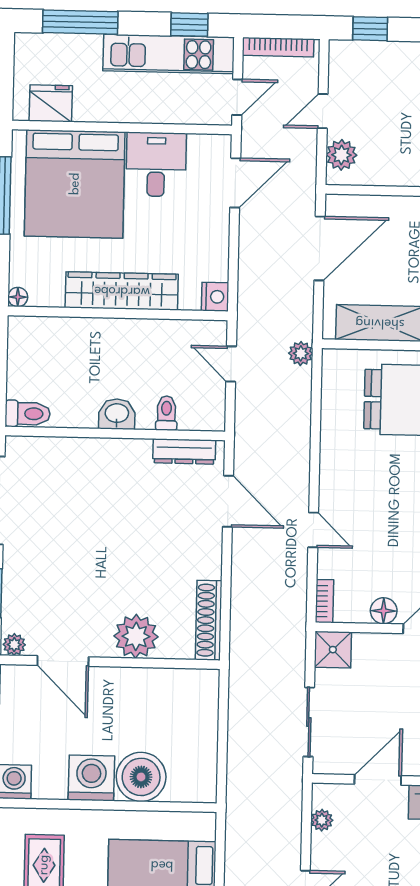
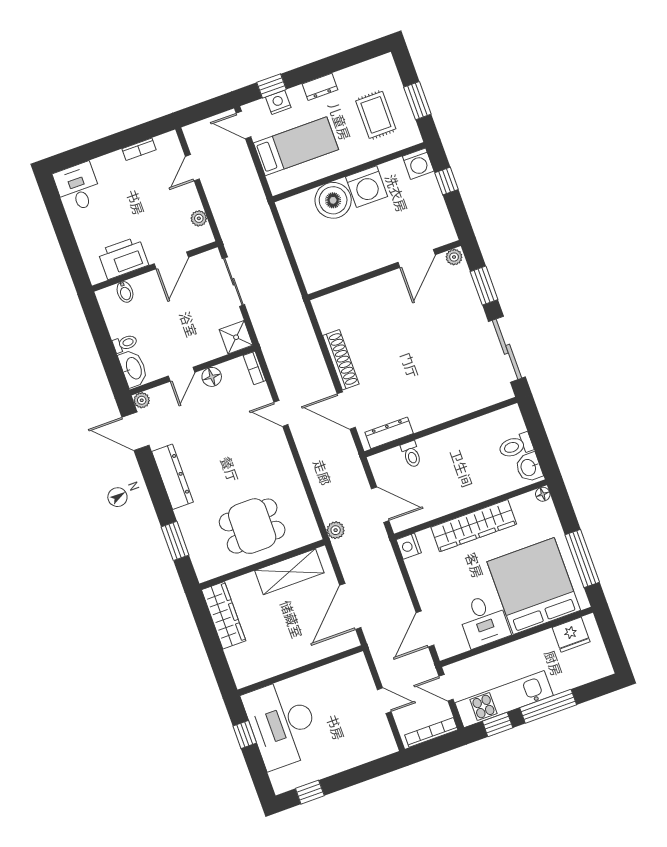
window: (80, 22) -> (548, 706), moved
window: (370, 29) -> (374, 769), removed
door: (237, 97) -> (446, 688), hinge flipped
door: (323, 111) -> (384, 701), hinge flipped
plant: (341, 155) -> (360, 676), removed
door: (231, 364) -> (380, 505), width x1.38
toilet: (28, 414) -> (516, 446), moved
washbasin: (117, 414) -> (529, 467), moved, turned 90
shoe rack: (209, 620) -> (341, 360), moved
plant: (136, 636) -> (373, 295), removed
door: (63, 661) -> (417, 259), swing flipped

